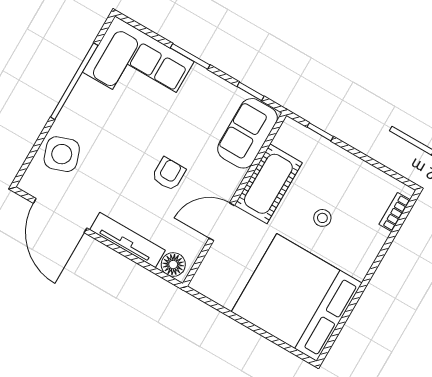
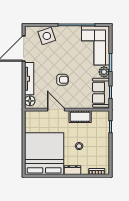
plant: (202, 81) -> (104, 72), added
sofa: (247, 133) -> (101, 93), moved, turned -90
cot: (268, 184) -> (80, 117), width x0.73, depth x0.75
dresser: (363, 259) -> (73, 170), added

